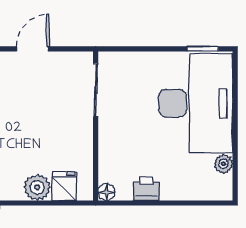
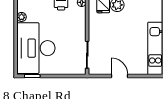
door: (33, 49) -> (120, 76), swing flipped

